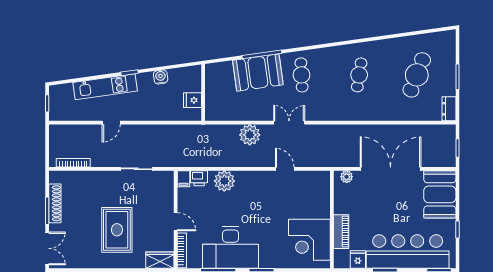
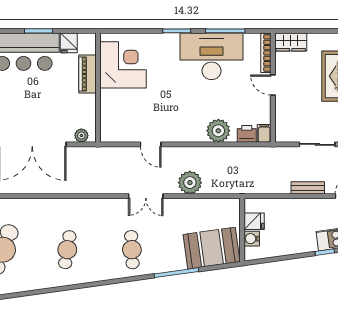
booth: (258, 73) -> (212, 248), moved
water cooler: (161, 77) -> (252, 239), moved, turned 98
bench: (145, 130) -> (308, 188), added

